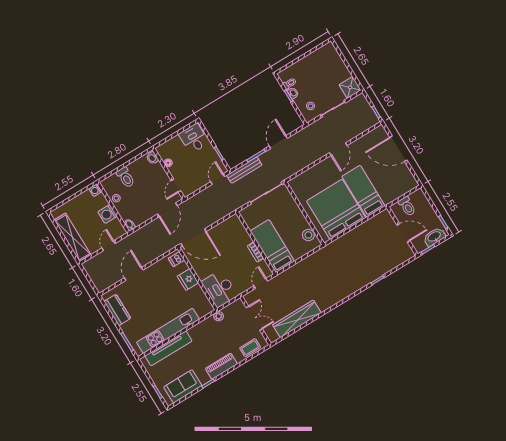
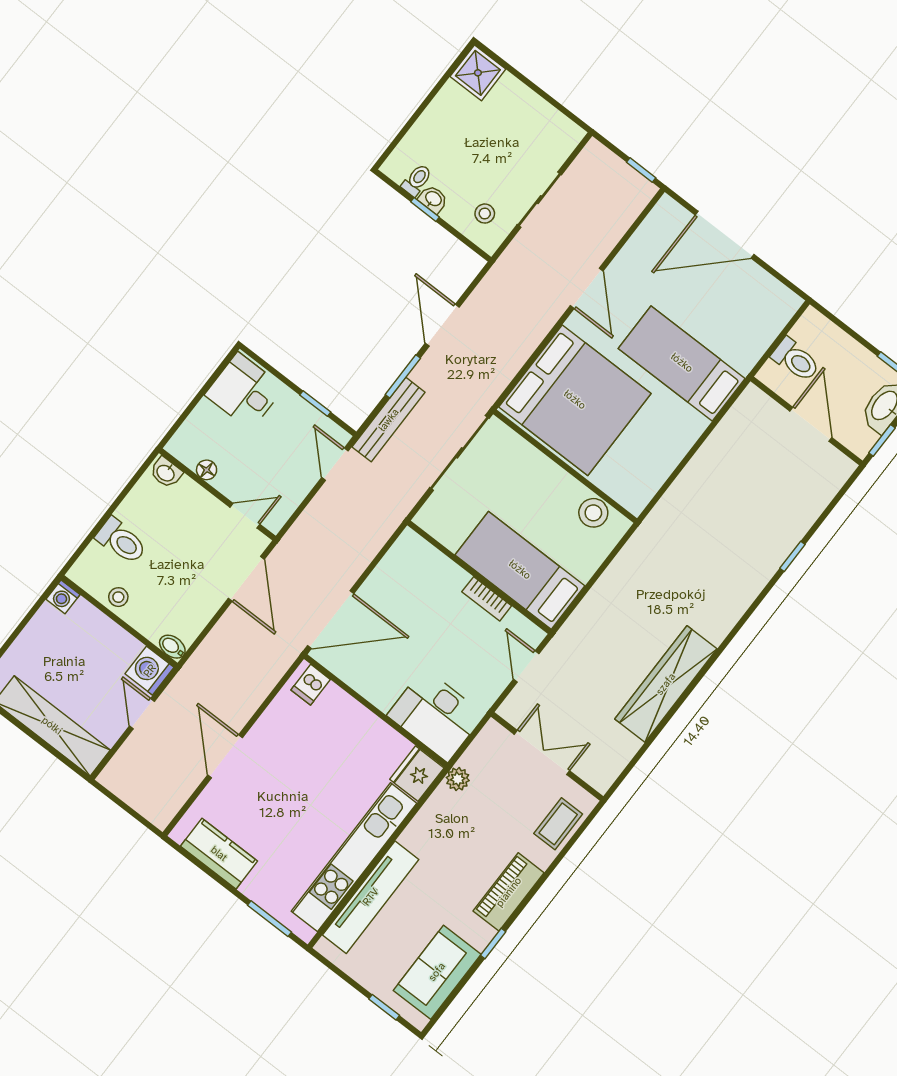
shower: (350, 87) -> (478, 73), moved
door: (176, 186) -> (245, 516), swing flipped
bed: (336, 209) -> (575, 400), moved, turned 180
washing machine: (107, 214) -> (150, 671), moved, turned 90
door: (403, 233) -> (811, 424), hinge flipped
fridge: (188, 279) -> (417, 774), moved, turned 90
wardrobe: (297, 319) -> (666, 684), moved

